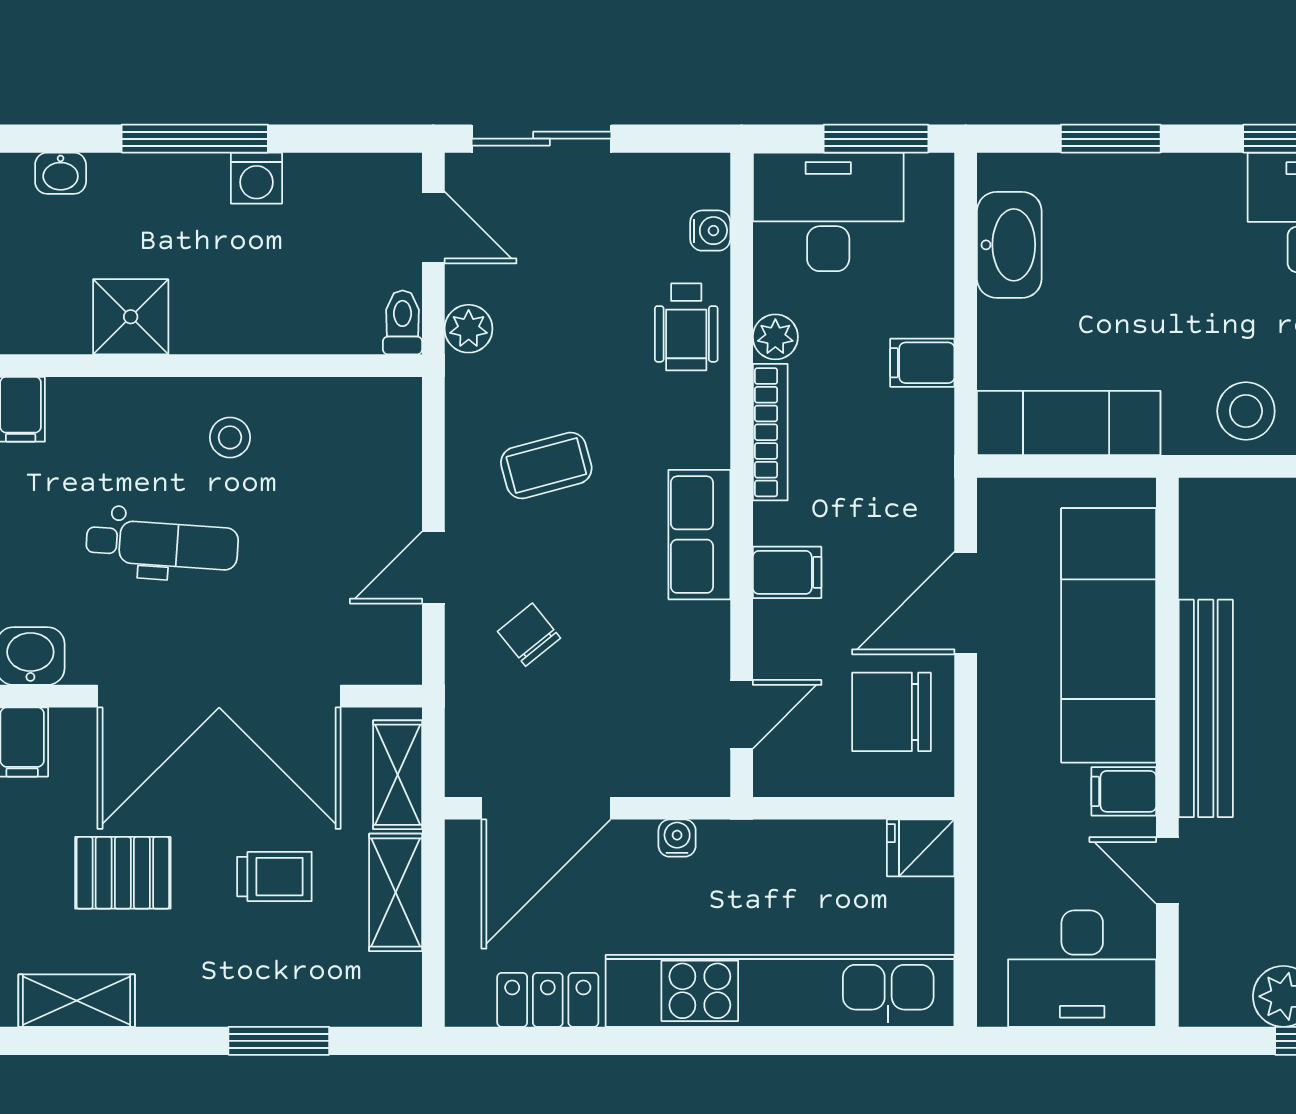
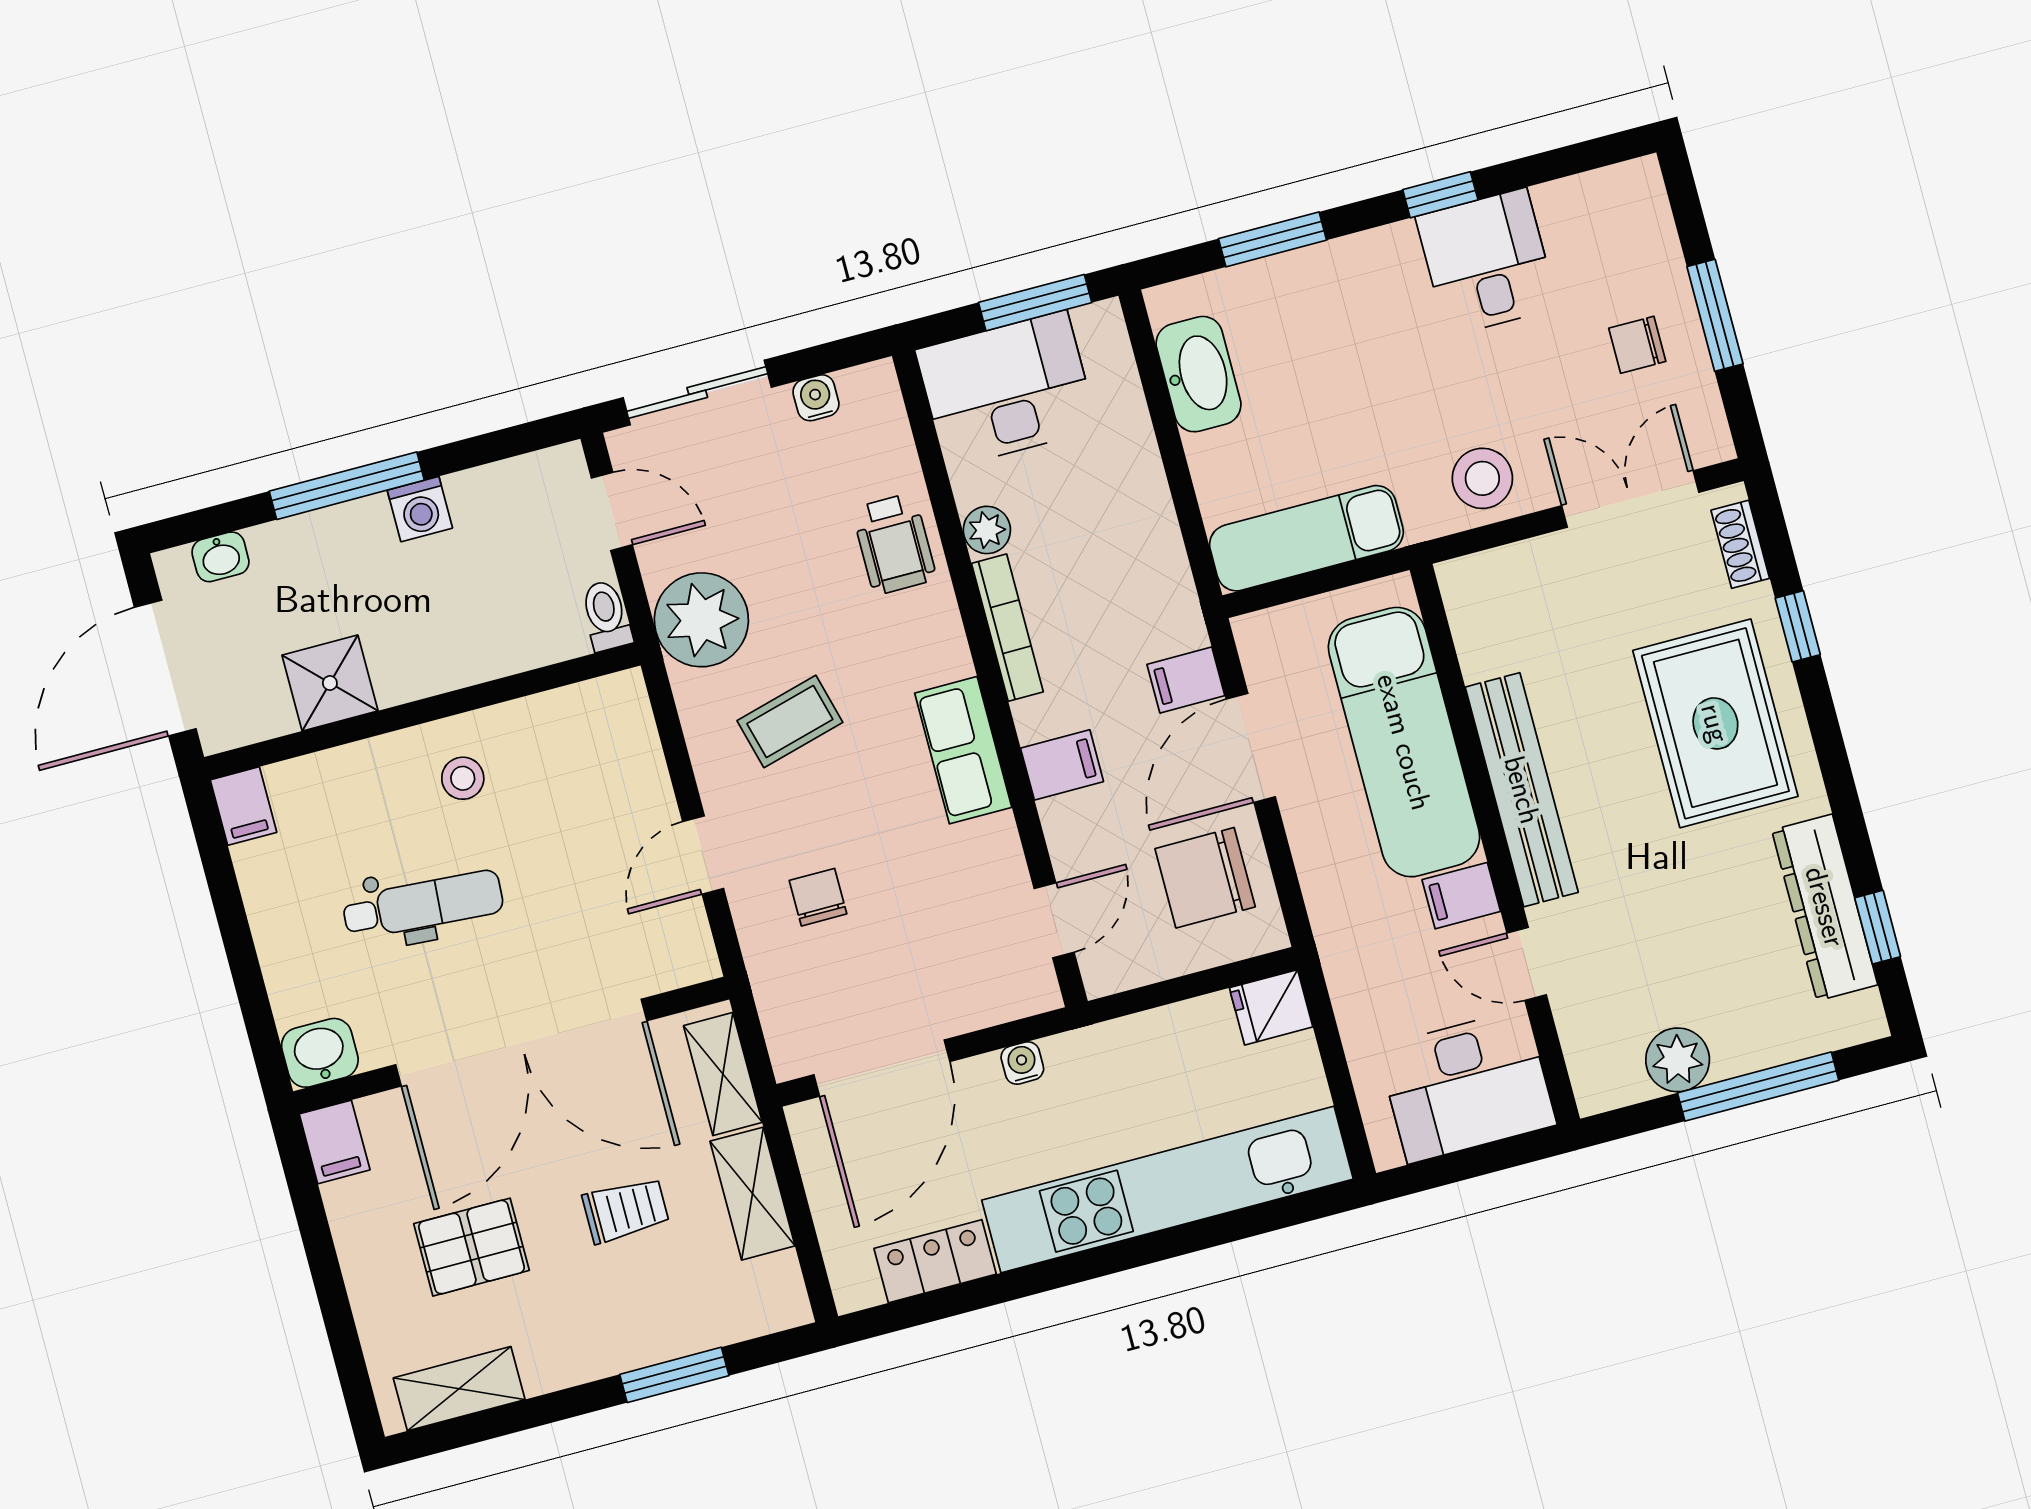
water cooler: (710, 231) -> (816, 398), moved, turned -90
plant: (469, 329) -> (701, 620), width x1.87, depth x1.87
filing cabinet: (922, 363) -> (1186, 680), moved
chair: (529, 635) -> (818, 897), turned 39

